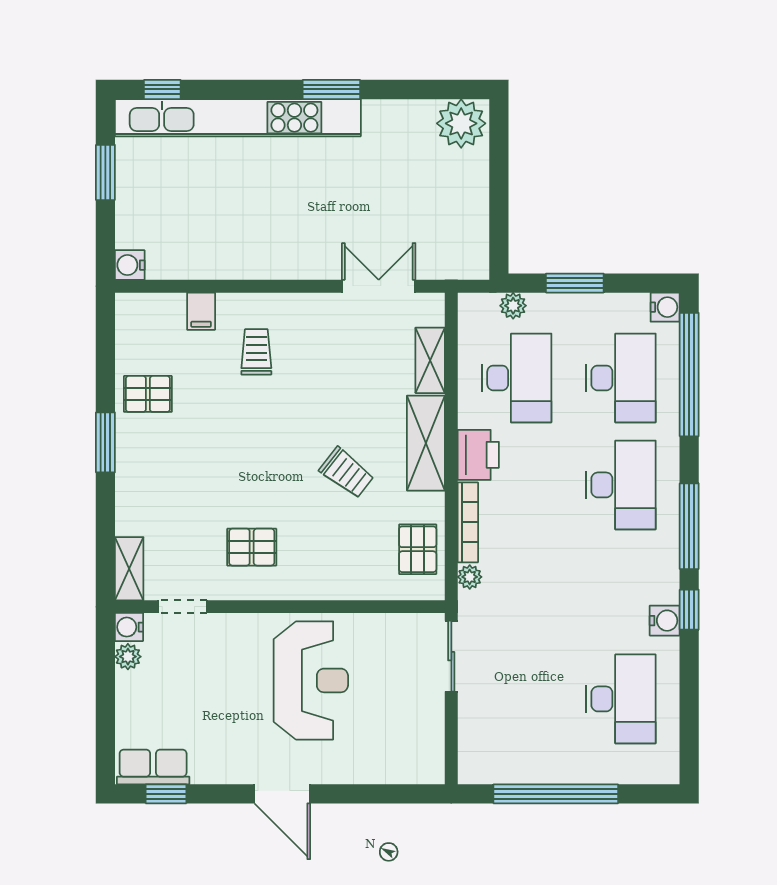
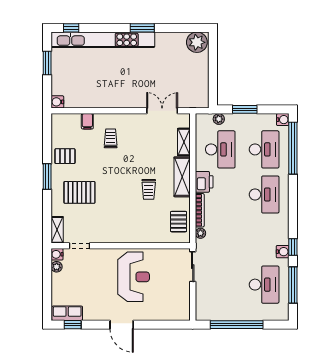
trolley: (347, 473) -> (149, 189), turned 52
window: (689, 526) -> (293, 285), moved
pallet: (252, 547) -> (79, 192), moved, width x1.50, depth x1.42

